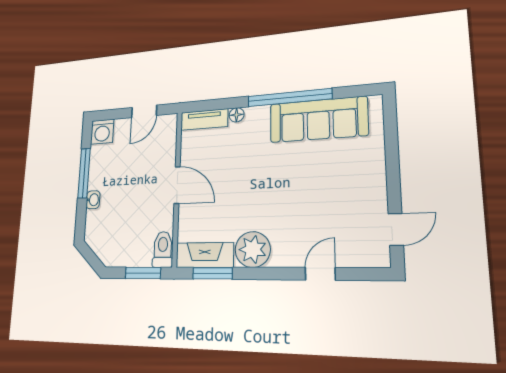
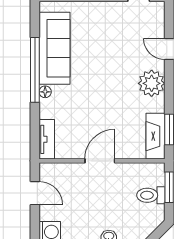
floor lamp: (237, 115) -> (45, 92), moved
toilet: (163, 249) -> (151, 195), moved
plant: (253, 249) -> (152, 83), moved

